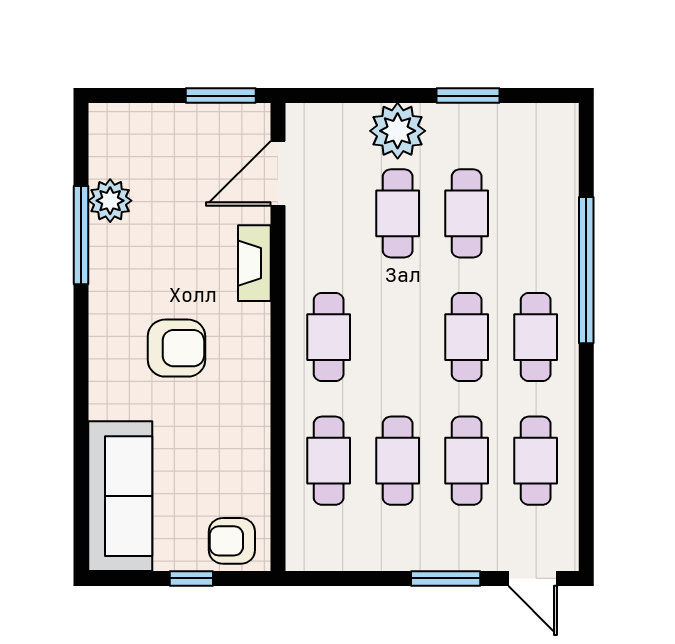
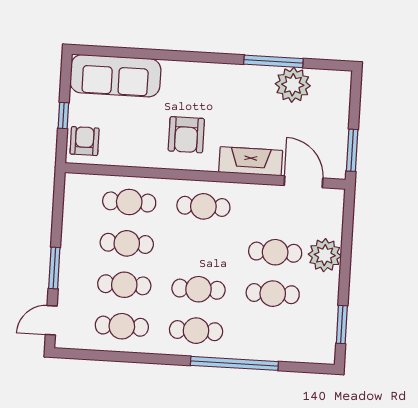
window: (468, 96) -> (342, 324), moved
plant: (110, 201) -> (293, 85), width x1.36, depth x1.36
fireplace: (254, 263) -> (251, 161), width x1.37, depth x1.32
armchair: (177, 348) -> (186, 135), moved

